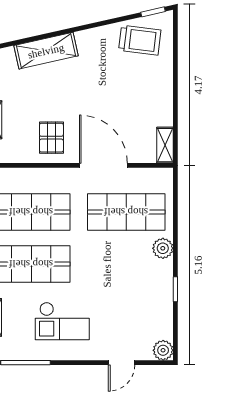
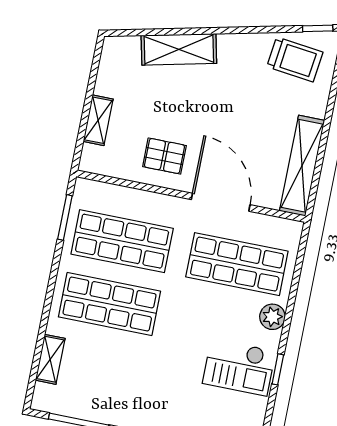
pallet: (51, 138) -> (164, 156), turned 90
shelving: (165, 145) -> (302, 166), width x2.20, depth x1.33
checkout: (62, 321) -> (239, 367), moved

